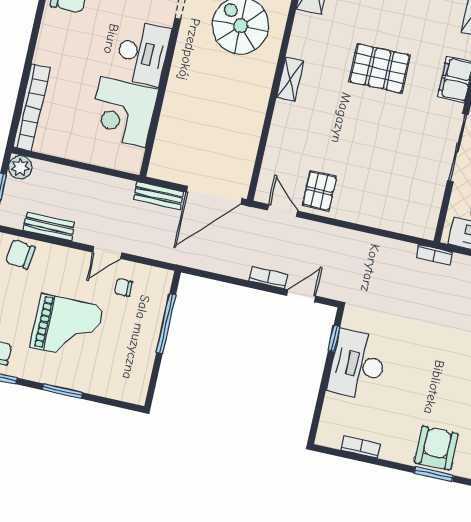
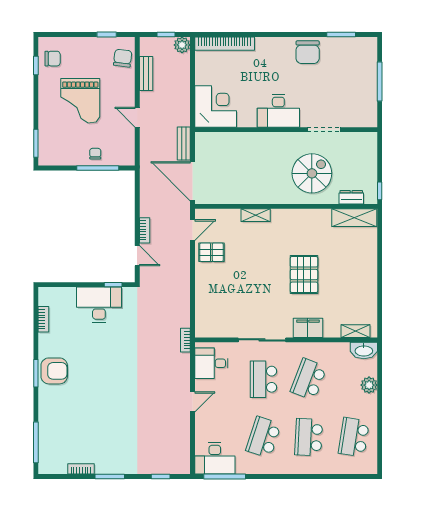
shelving: (290, 79) -> (256, 215), moved
corner desk: (123, 112) -> (216, 107), moved, turned 90
chair: (124, 287) -> (95, 154), moved
window: (62, 391) -> (36, 143), moved

